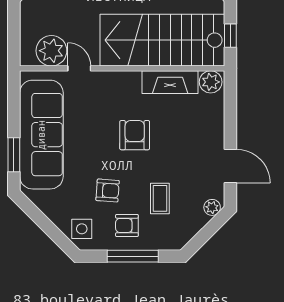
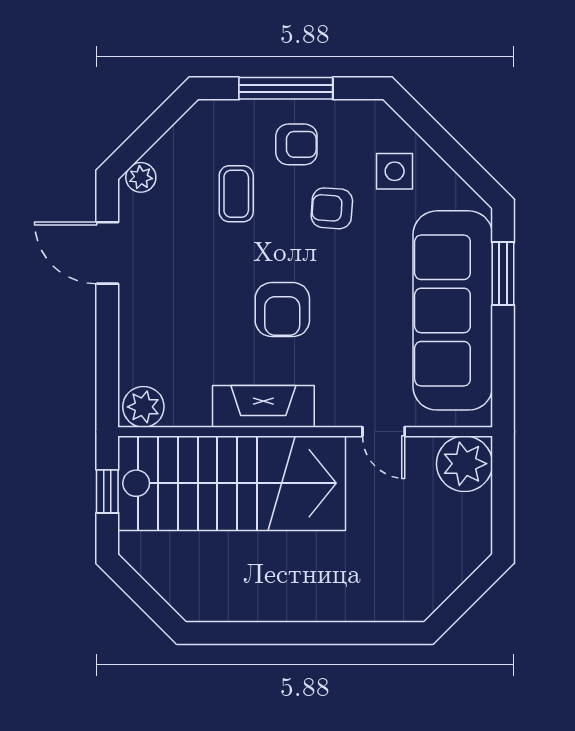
plant: (51, 51) -> (464, 464), moved
fireplace: (170, 82) -> (263, 406), moved
side table: (82, 229) -> (395, 171), moved

